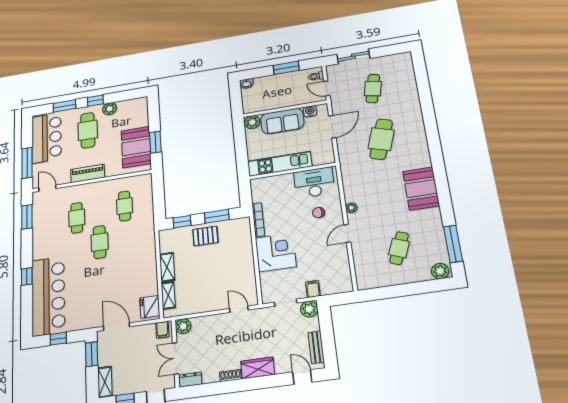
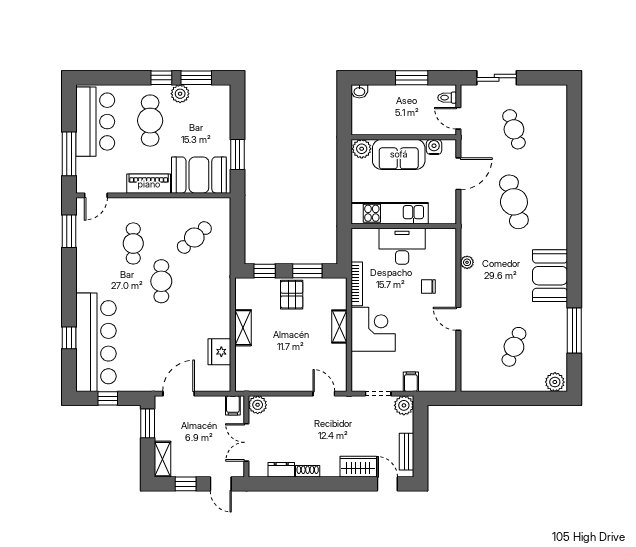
cafe table: (373, 89) -> (514, 129), turned -30
window: (64, 106) -> (196, 78), moved
cafe table: (381, 139) -> (514, 202), turned -33
booth: (136, 147) -> (199, 175), moved, turned 90
desk: (314, 183) -> (402, 246), moved
door: (47, 188) -> (96, 195), swing flipped
cafe table: (125, 206) -> (194, 238), turned 48
plant: (351, 208) -> (467, 262), moved
door: (347, 233) -> (458, 319), hinge flipped
pallet: (205, 236) -> (292, 295), turned 90
window: (453, 244) -> (574, 330), moved
window: (27, 277) -> (69, 338), moved
shelving: (168, 295) -> (339, 326), moved
fridge: (150, 307) -> (219, 352), moved
door: (116, 327) -> (179, 394), hinge flipped
wardrobe: (258, 368) -> (358, 467), moved
dresser: (190, 380) -> (281, 470), moved

